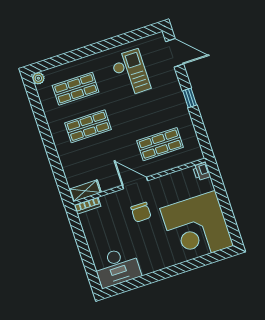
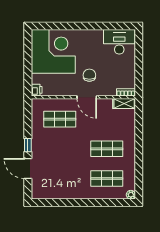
door: (175, 53) -> (28, 168), moved
checkout: (131, 73) -> (64, 177), removed

